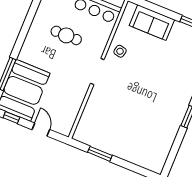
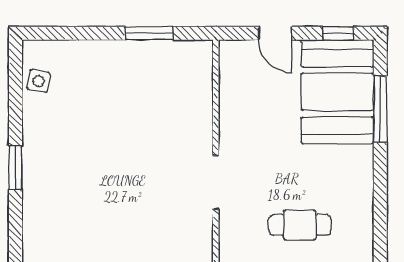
side table: (120, 51) -> (39, 81), moved

